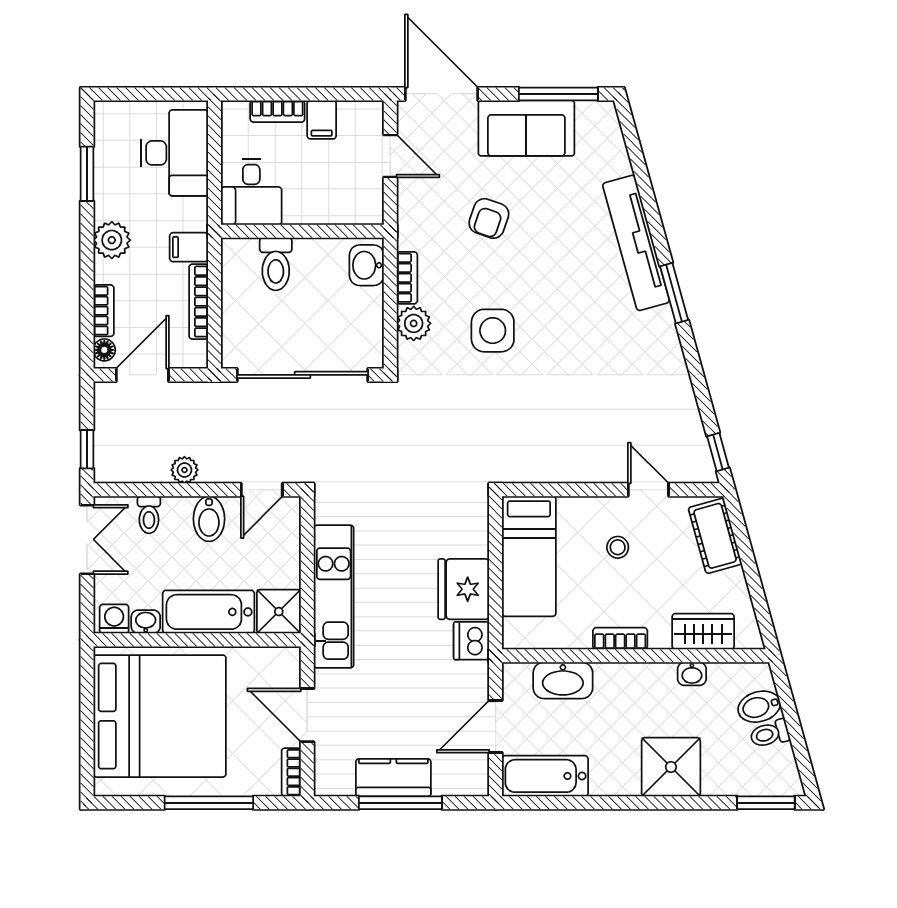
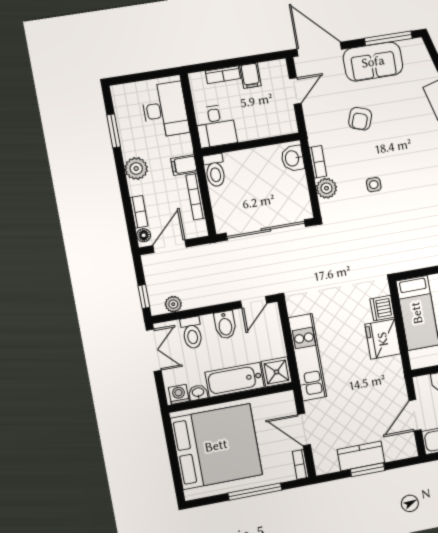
door: (390, 156) -> (295, 91), hinge flipped
toilet: (276, 264) -> (215, 170), moved
side table: (493, 331) -> (374, 185), width x0.54, depth x0.54
plant: (184, 470) -> (173, 304), moved
toilet: (149, 515) -> (192, 333), width x1.37, depth x1.39
dishwasher: (471, 641) -> (382, 308), moved
window: (400, 803) -> (367, 470), width x0.69

